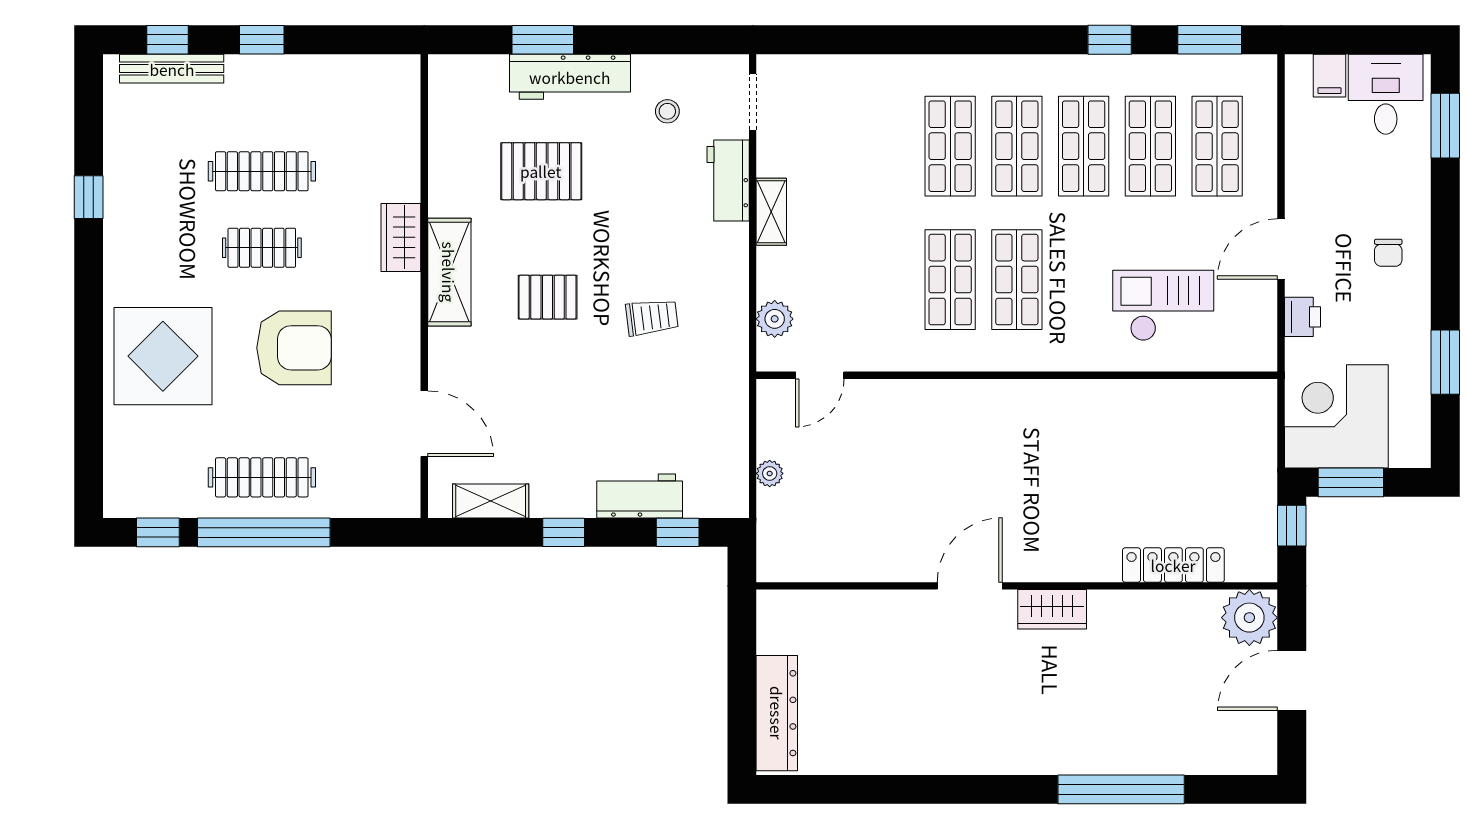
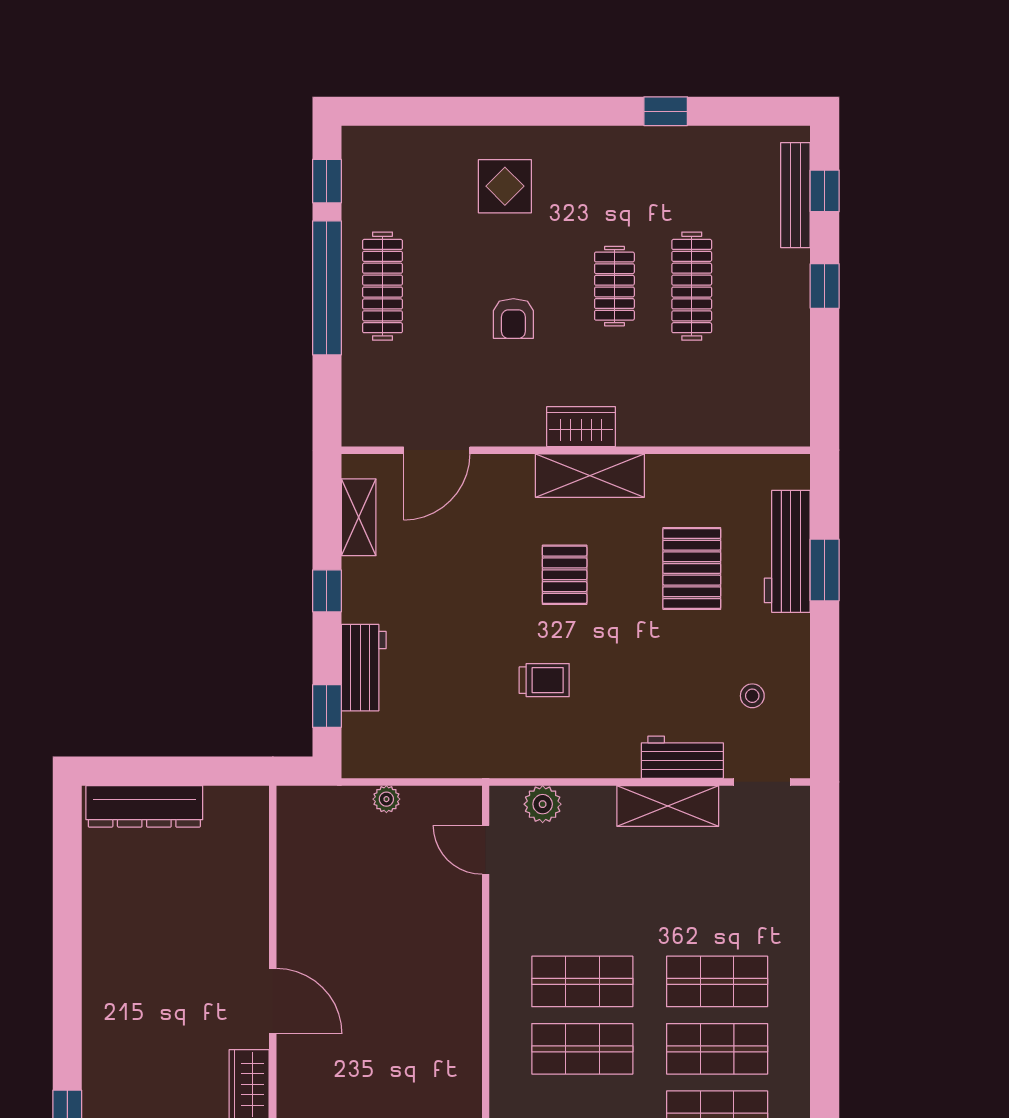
workbench: (570, 77) -> (787, 551), moved
shelving: (771, 212) -> (668, 806), width x1.50, depth x1.33
wardrobe: (401, 237) -> (581, 427), moved
trolley: (652, 317) -> (544, 680), turned -83
armchair: (294, 348) -> (513, 319), width x0.53, depth x0.53
display table: (163, 356) -> (505, 186), width x0.54, depth x0.54

